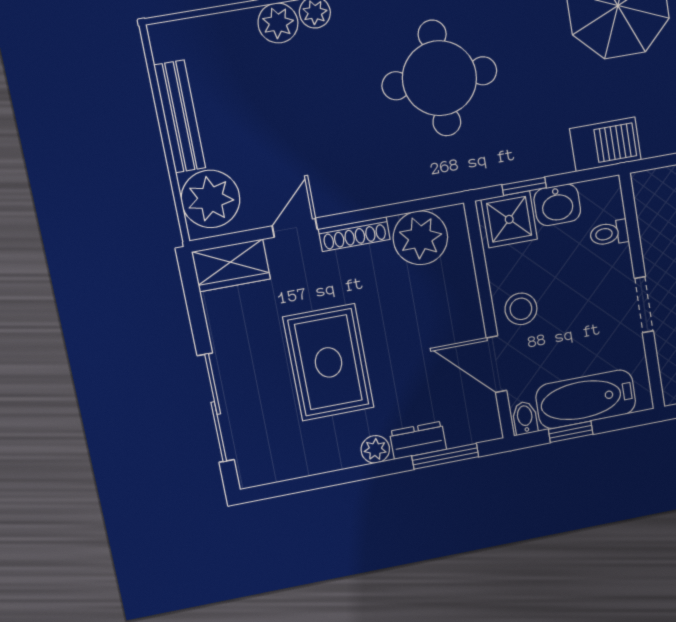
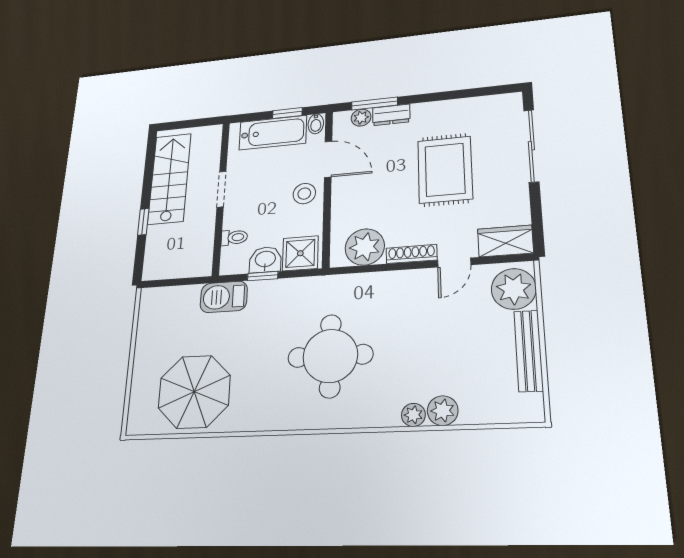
window: (524, 186) -> (263, 276), moved
plant: (375, 449) -> (361, 118), moved

